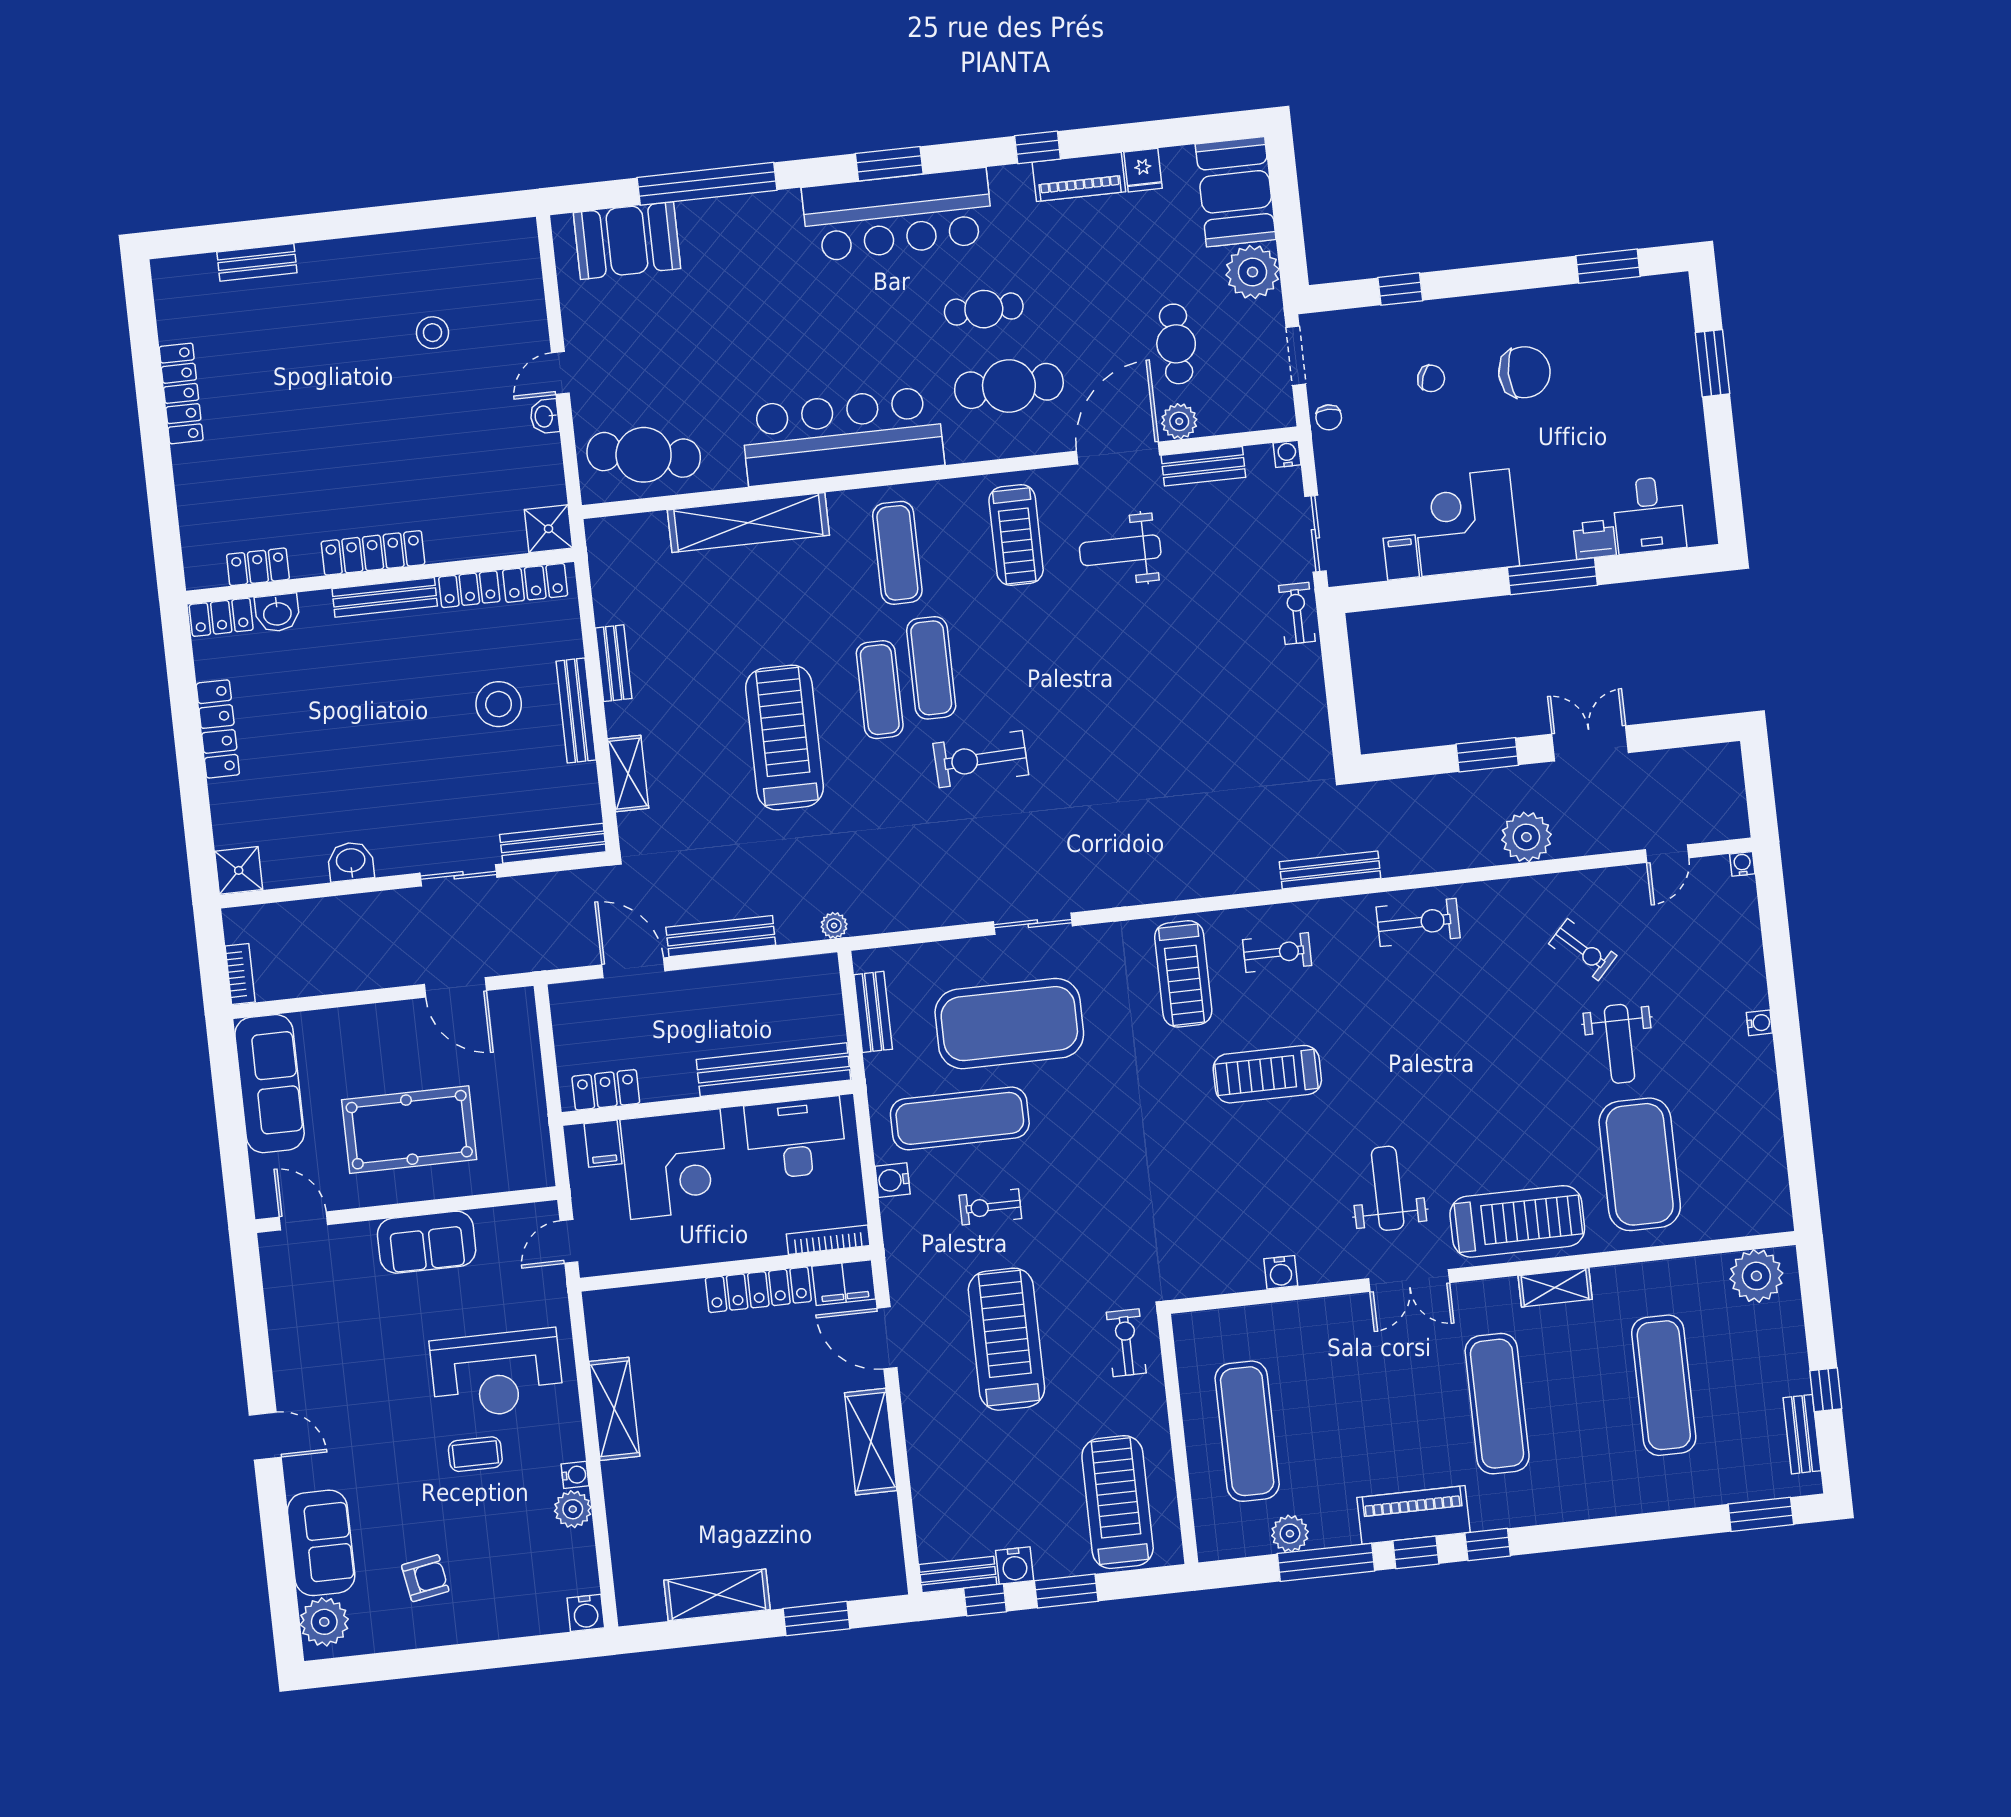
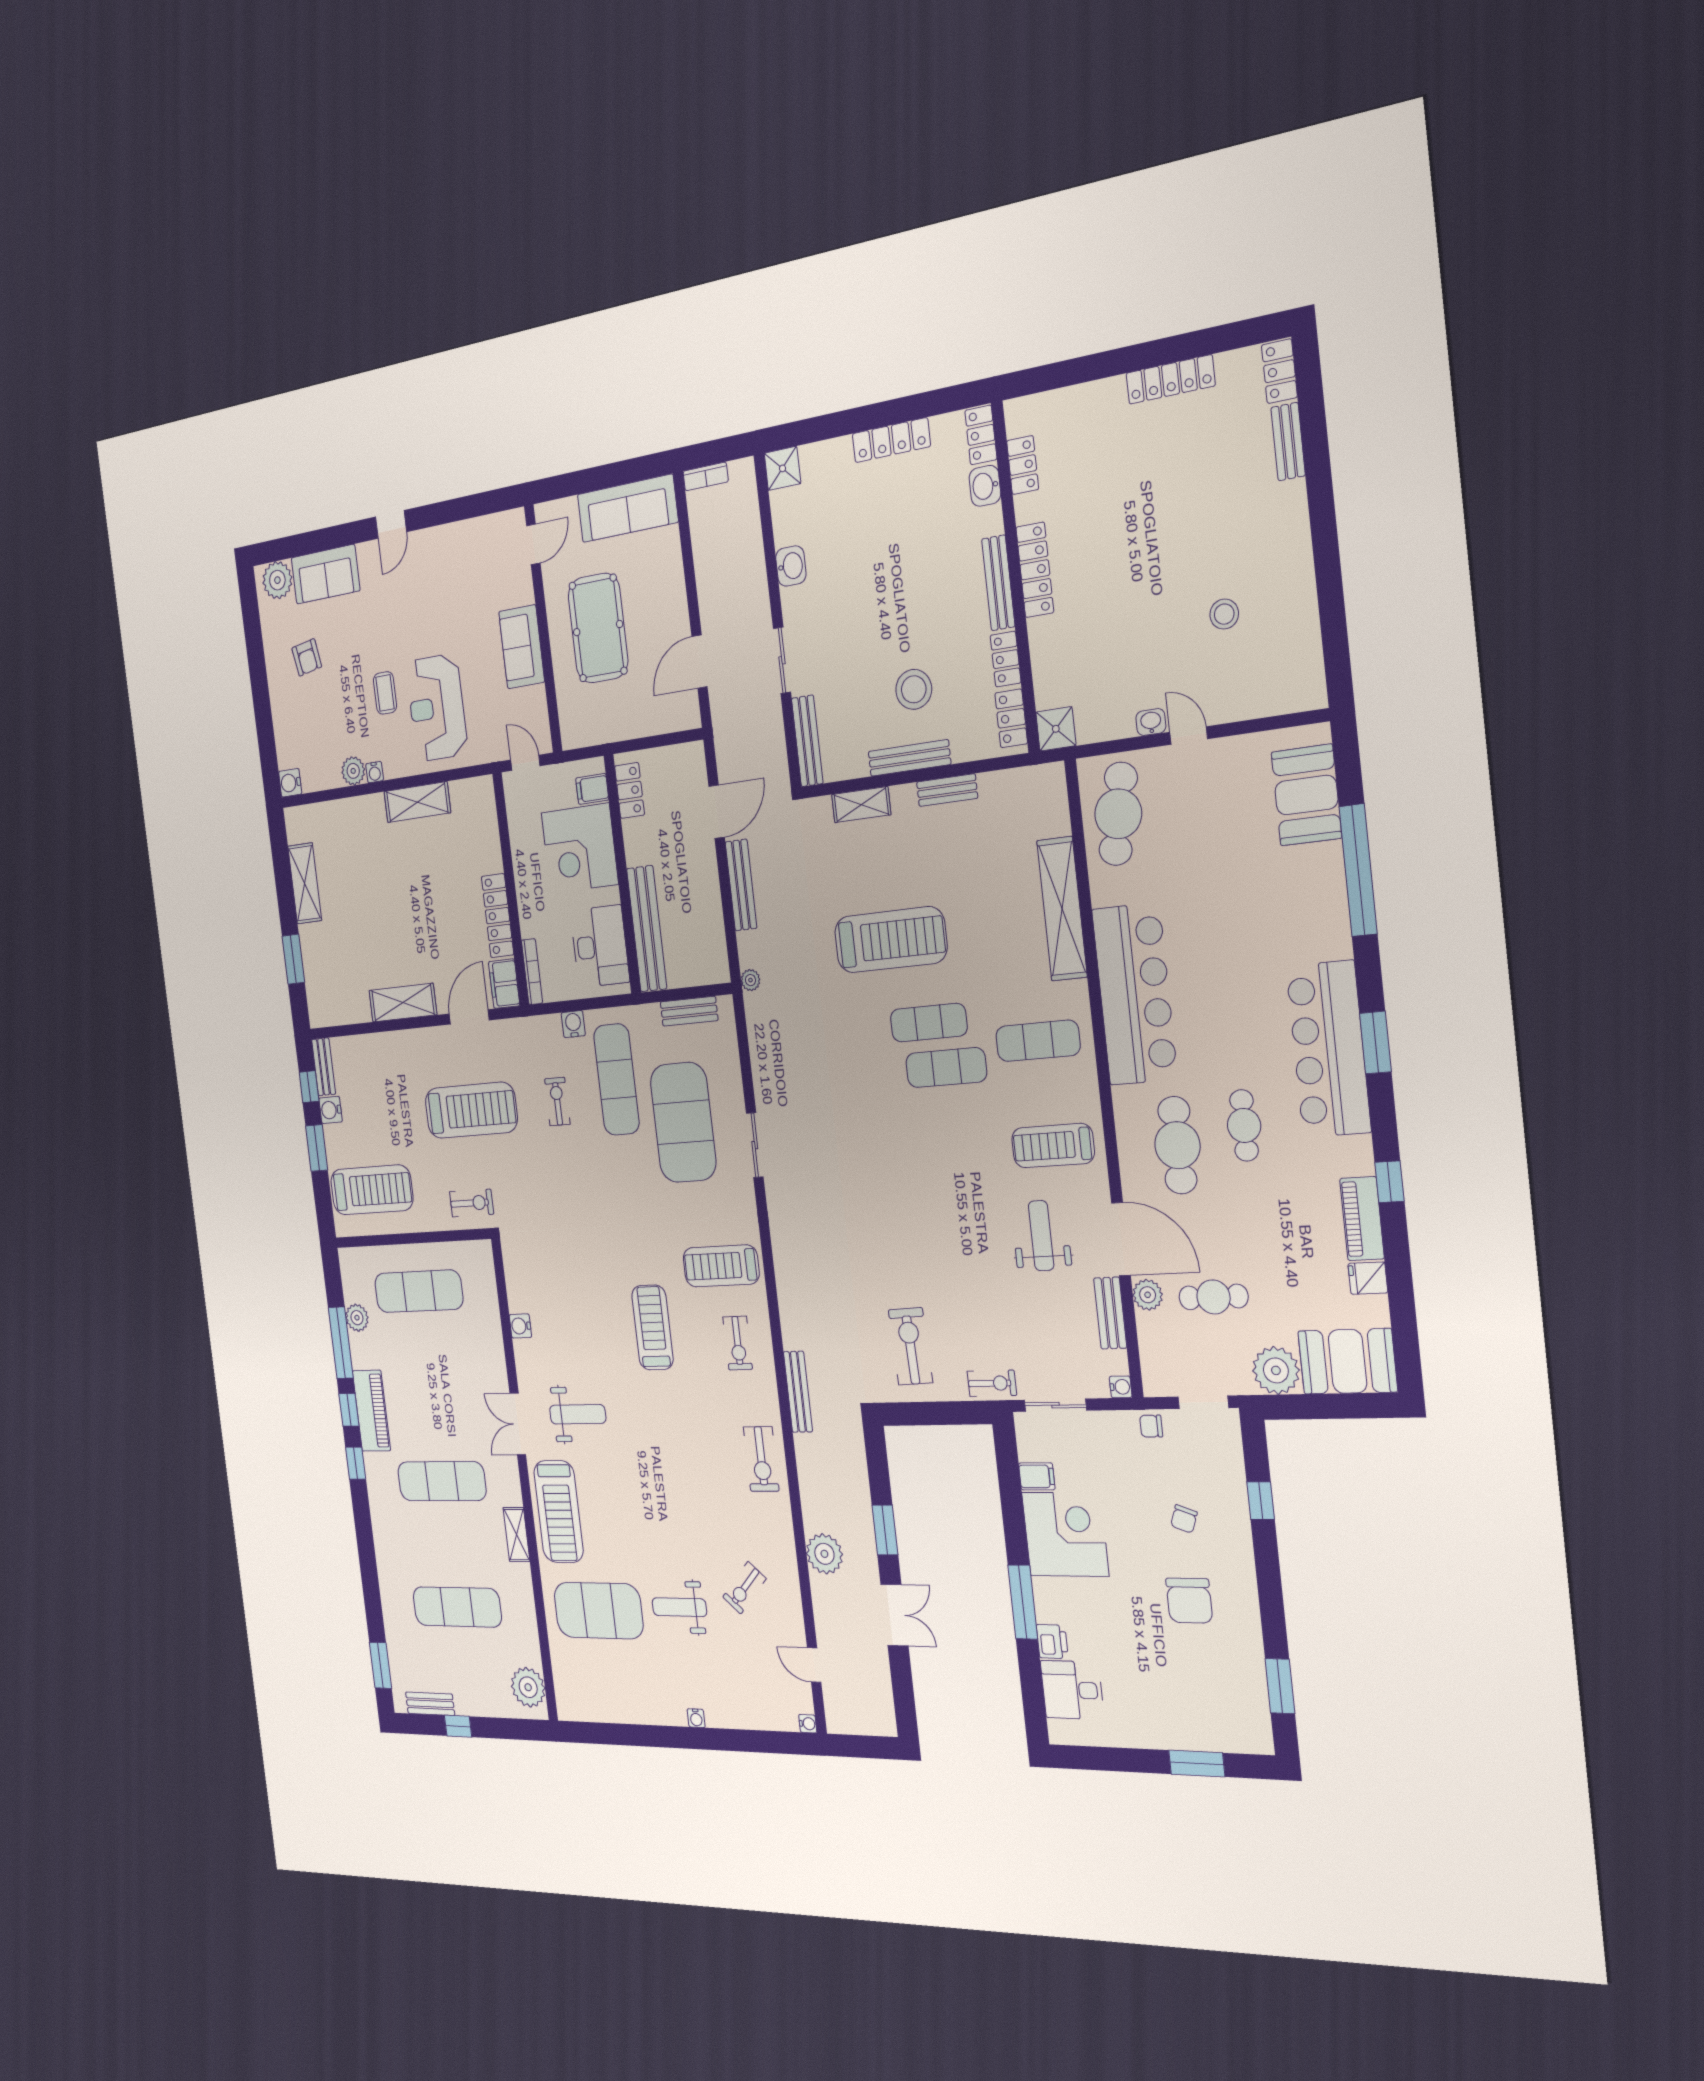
locker: (184, 272) -> (1279, 371), added
exercise bike: (981, 759) -> (911, 1346), moved

